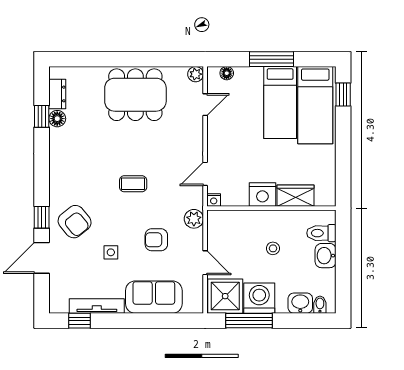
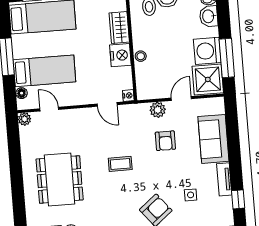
dining table: (135, 95) -> (60, 179), moved
bed: (280, 103) -> (44, 71), moved
coffee table: (133, 184) -> (120, 164), turned 90
plant: (194, 219) -> (158, 110), moved
stool: (273, 248) -> (141, 56), moved
side table: (111, 252) -> (191, 195), moved
tv unit: (97, 306) -> (224, 179), width x0.71

